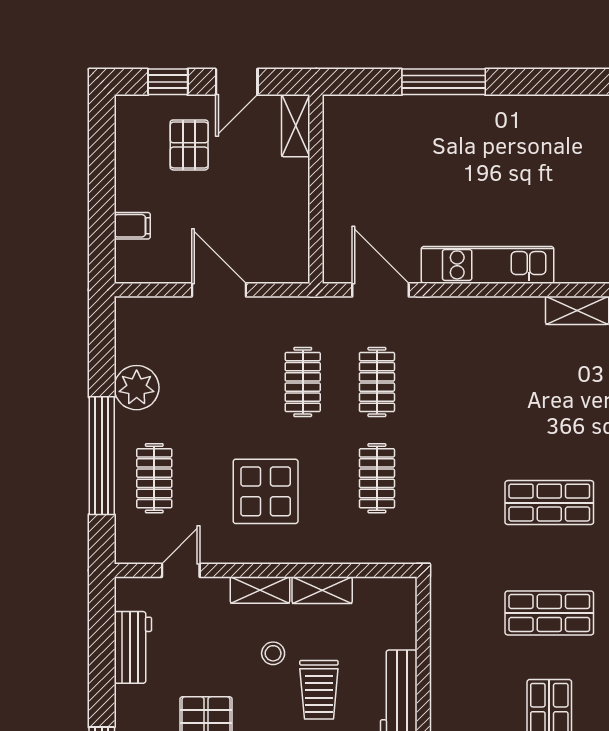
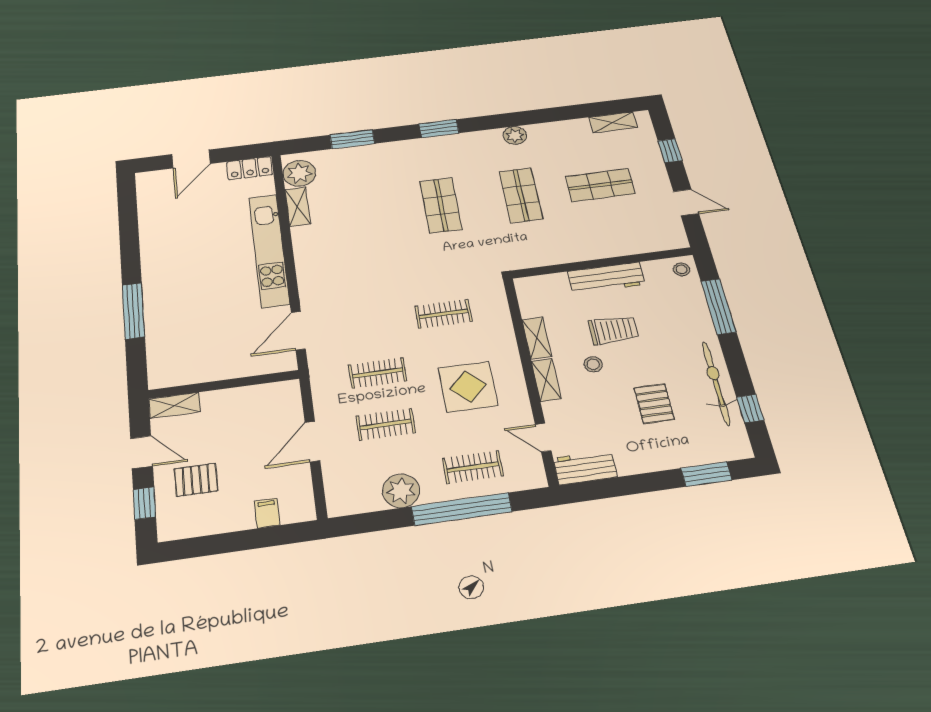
kitchen unit: (488, 265) -> (269, 250), width x1.36
clothes rail: (377, 382) -> (386, 424), moved
workbench: (133, 647) -> (585, 467), moved

